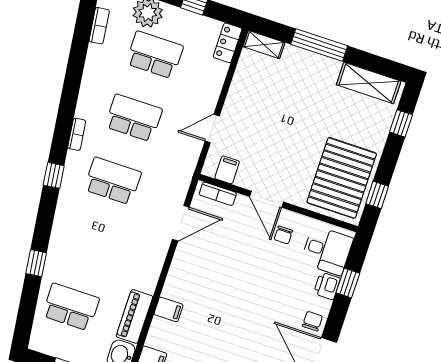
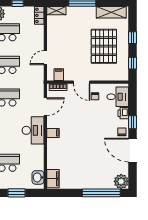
window: (401, 123) -> (133, 38), moved
pallet: (342, 178) -> (104, 46), moved
desk: (142, 261) -> (33, 130), added
window: (348, 283) -> (133, 122), moved
filing cabinet: (169, 309) -> (53, 133), moved
piano: (134, 316) -> (38, 157), removed

